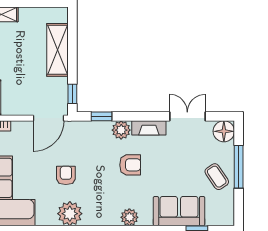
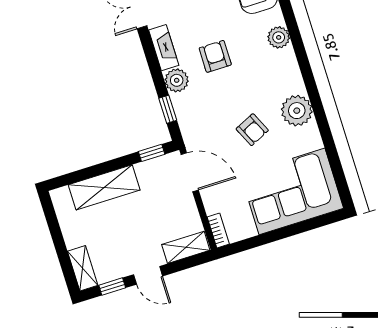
armchair: (66, 175) -> (252, 130), turned -115

